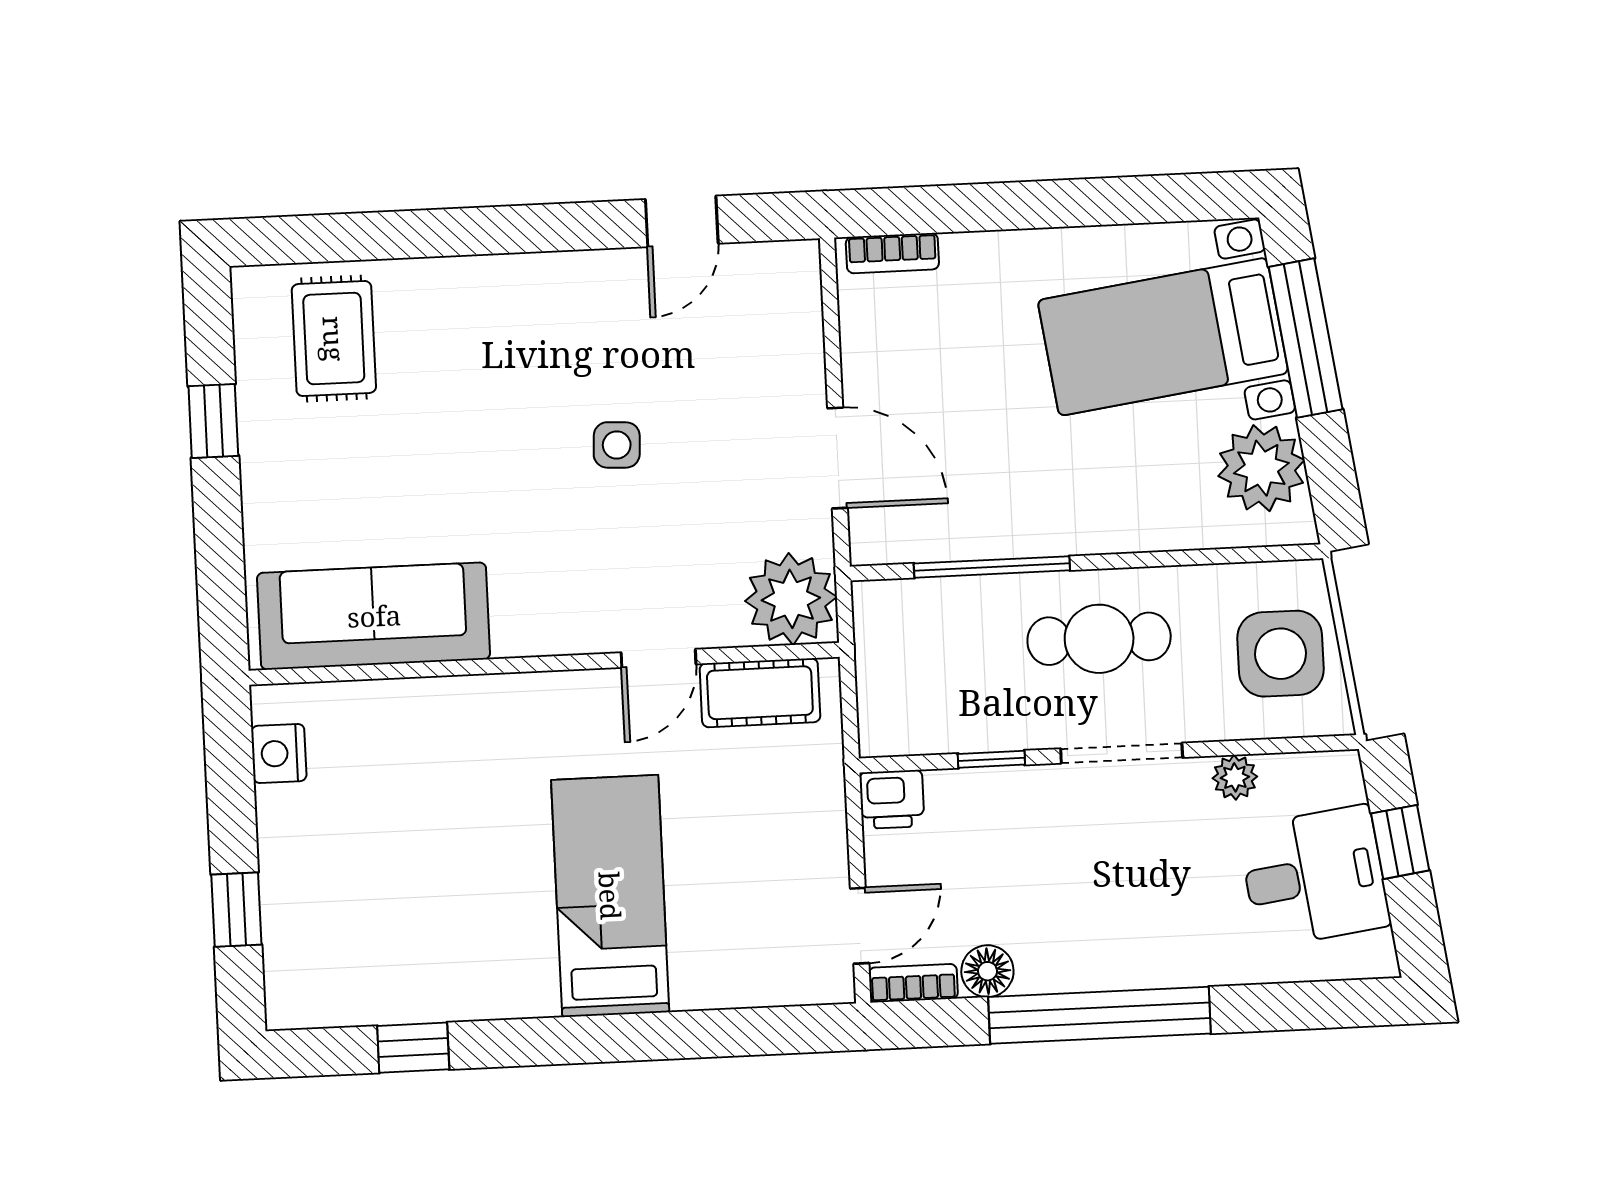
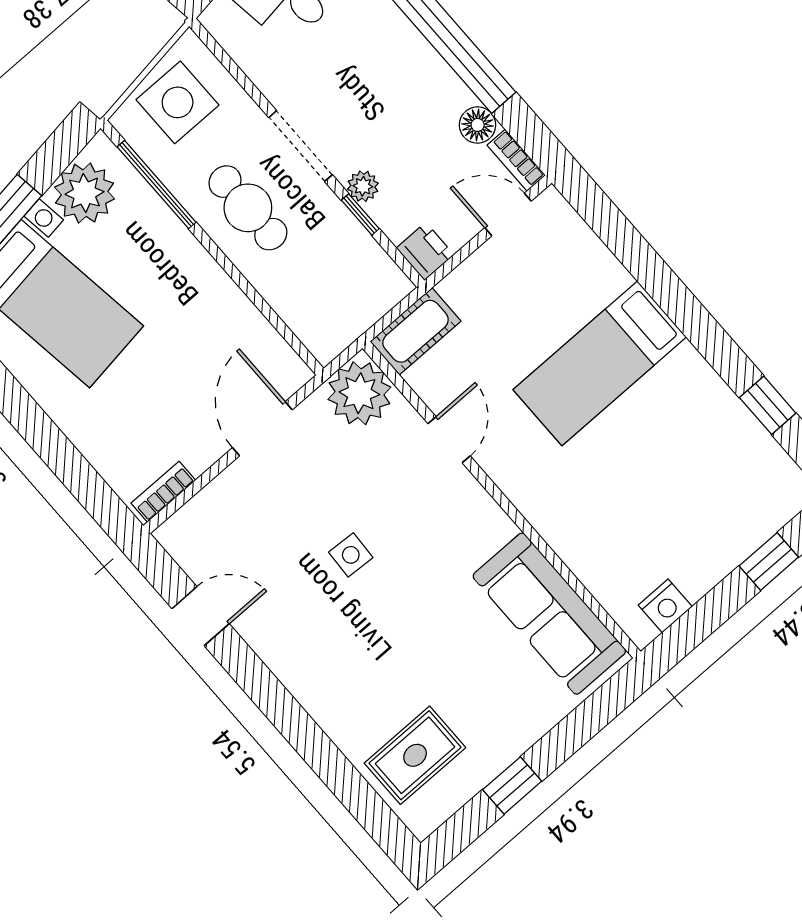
bookcase: (892, 253) -> (163, 492), moved, turned -90
window: (992, 567) -> (157, 185), moved
door: (659, 658) -> (449, 440), hinge flipped
cot: (760, 693) -> (416, 331), moved, turned 90
plant: (1235, 777) -> (363, 186), moved

